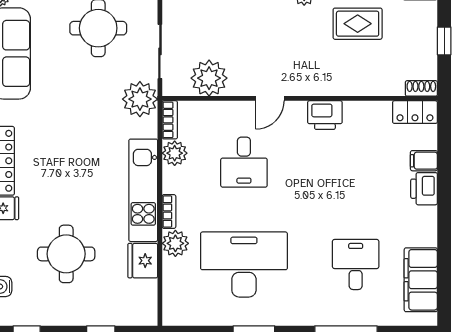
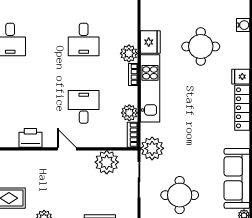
door: (270, 98) -> (67, 149), hinge flipped
desk: (244, 265) -> (84, 40), width x0.53, depth x0.77

